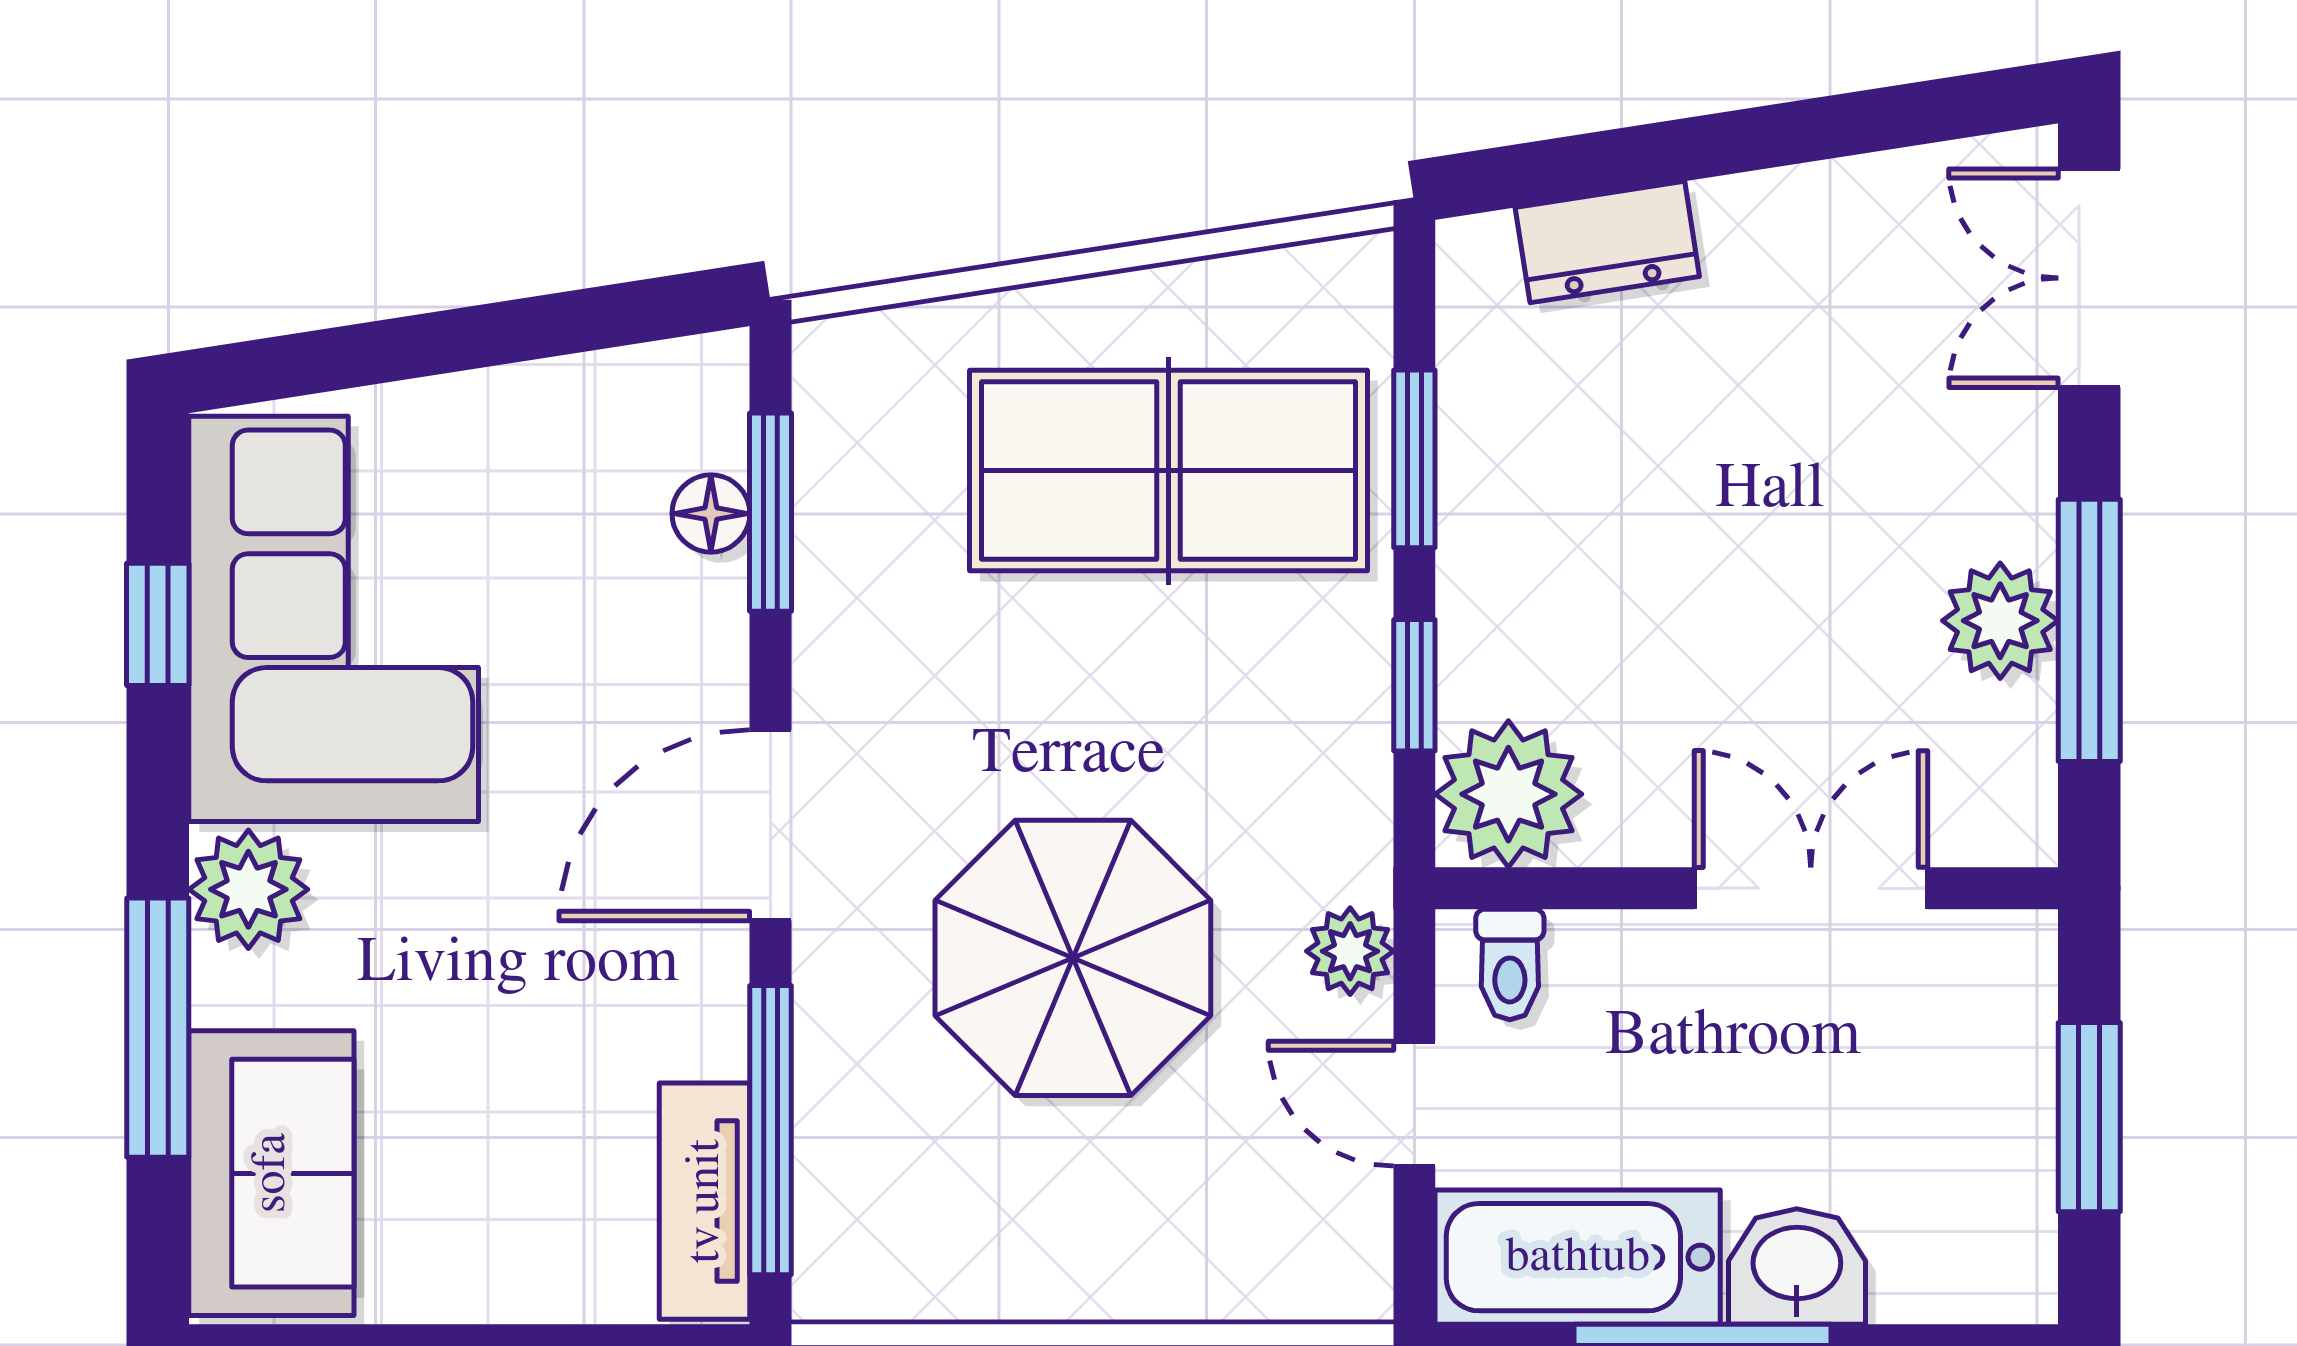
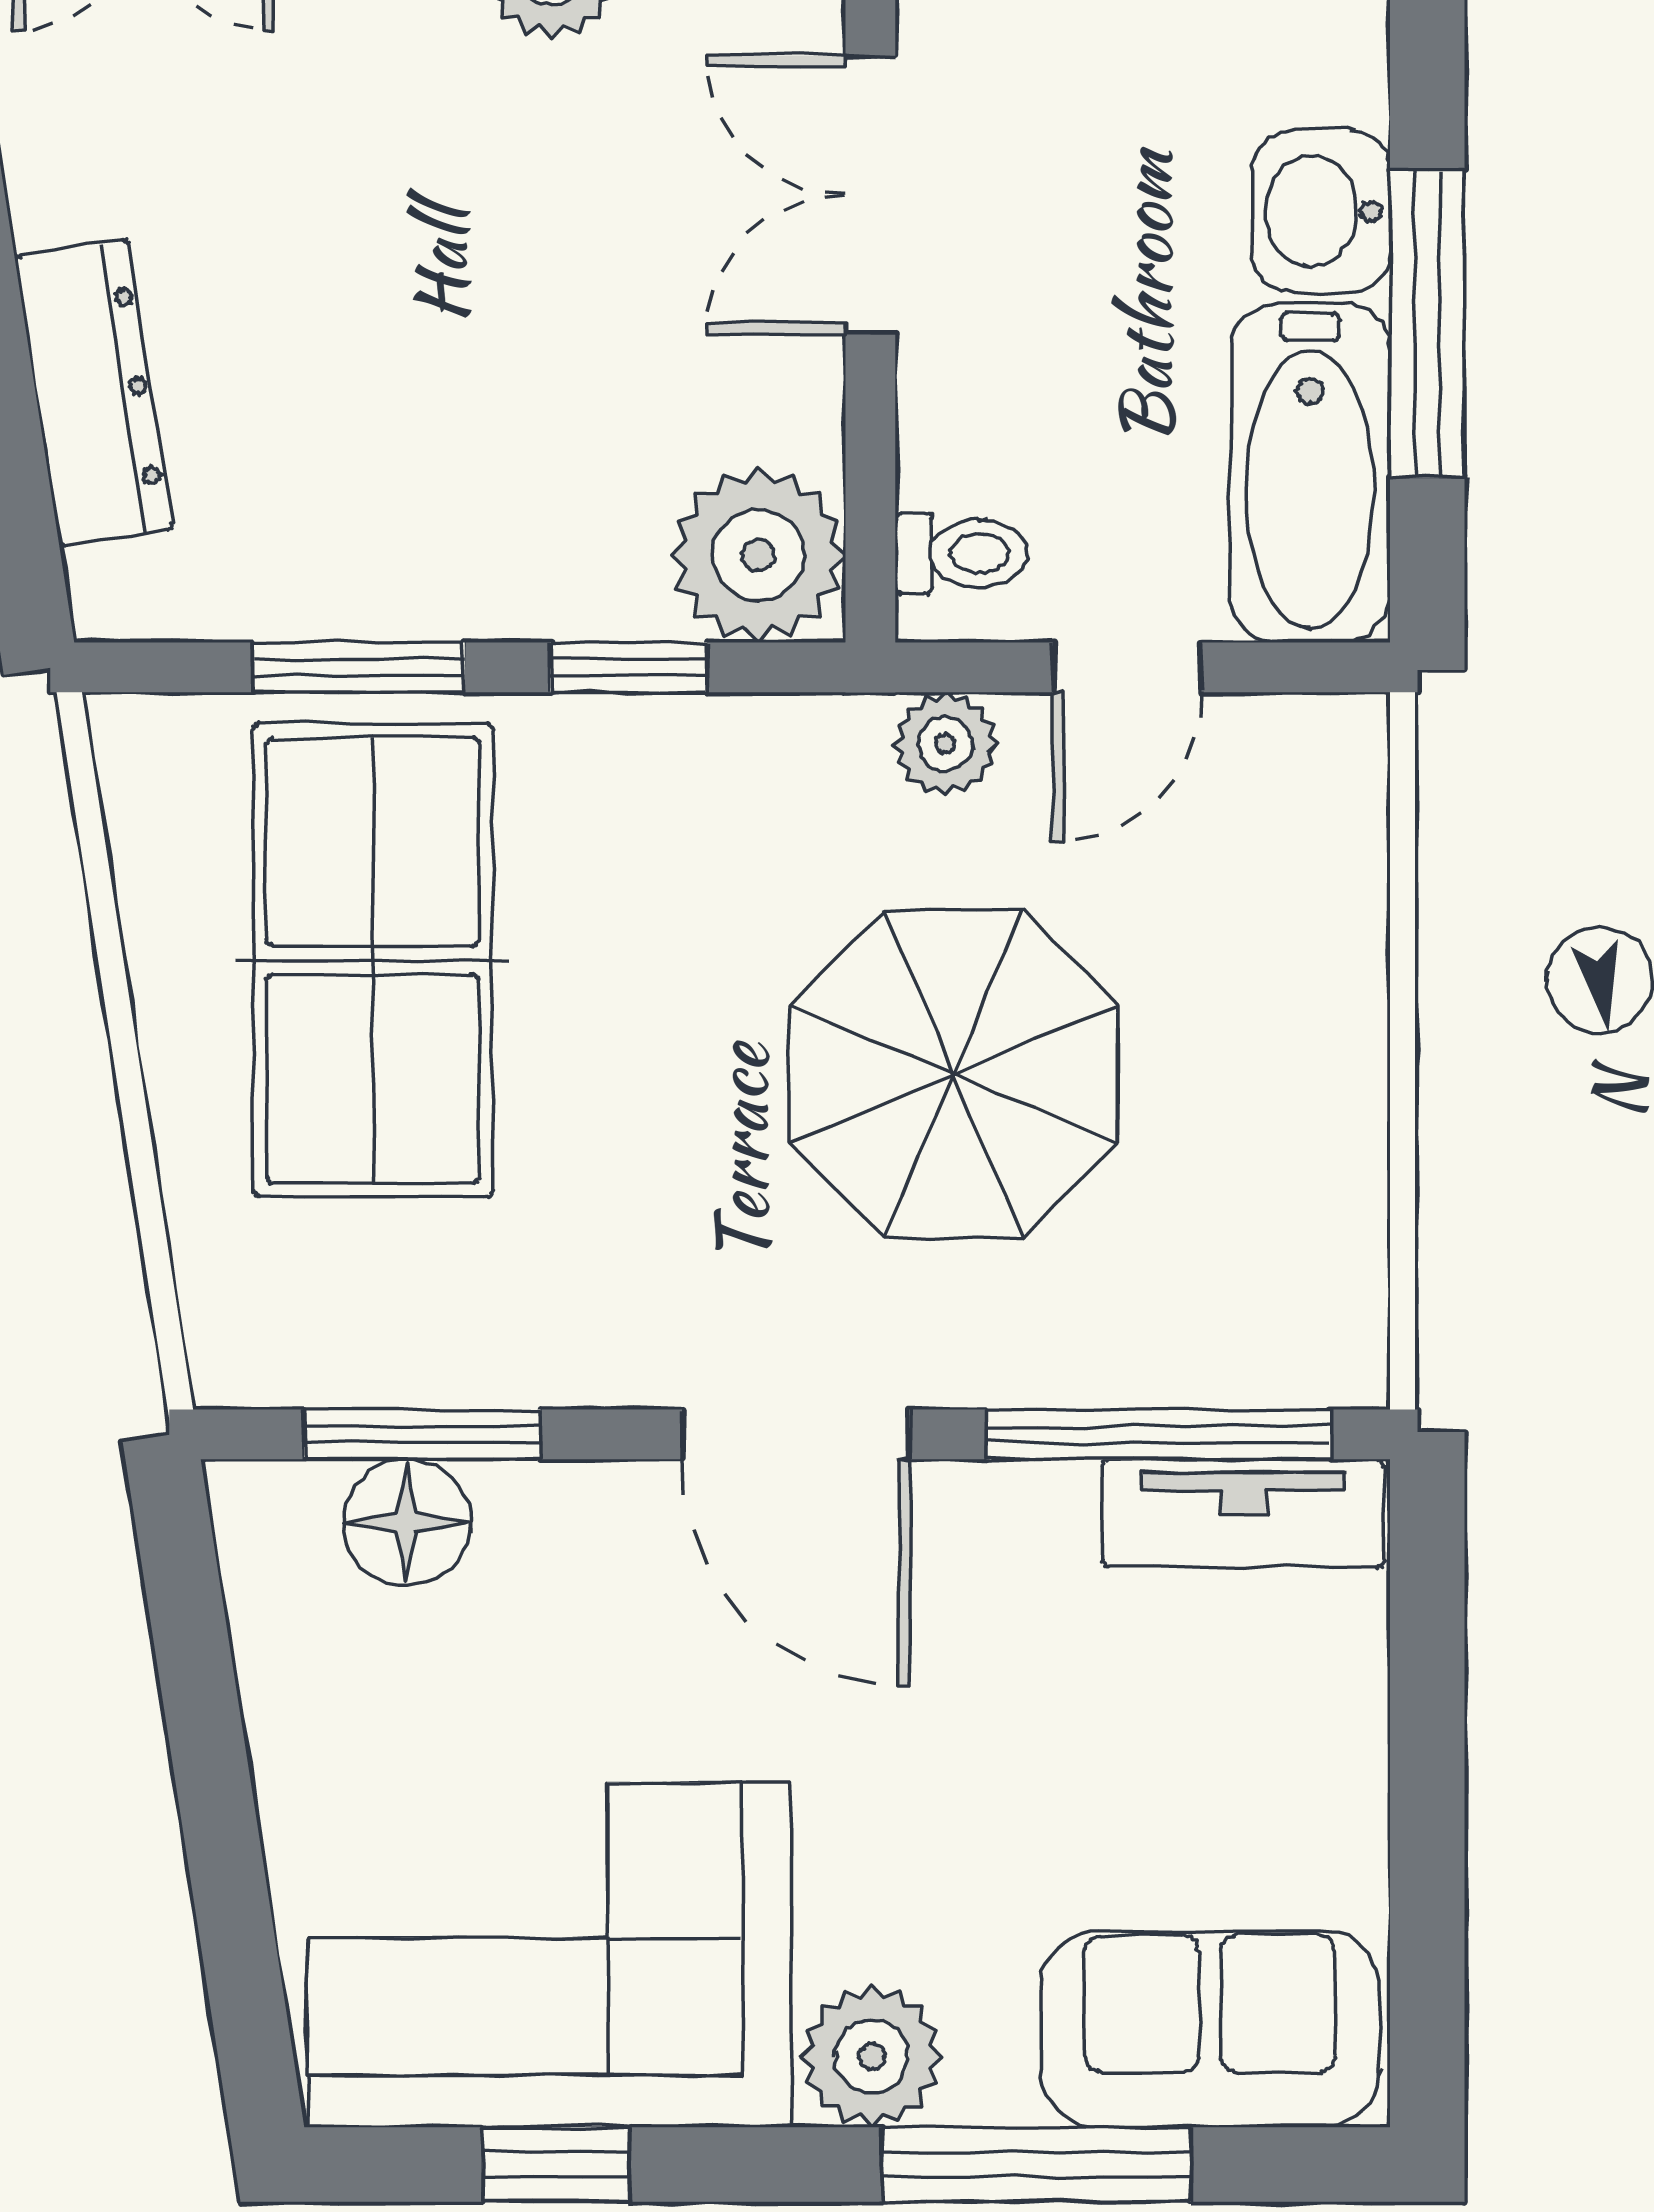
dresser: (1607, 242) -> (94, 393), width x1.44
floor lamp: (711, 514) -> (407, 1523), width x1.37, depth x1.37

